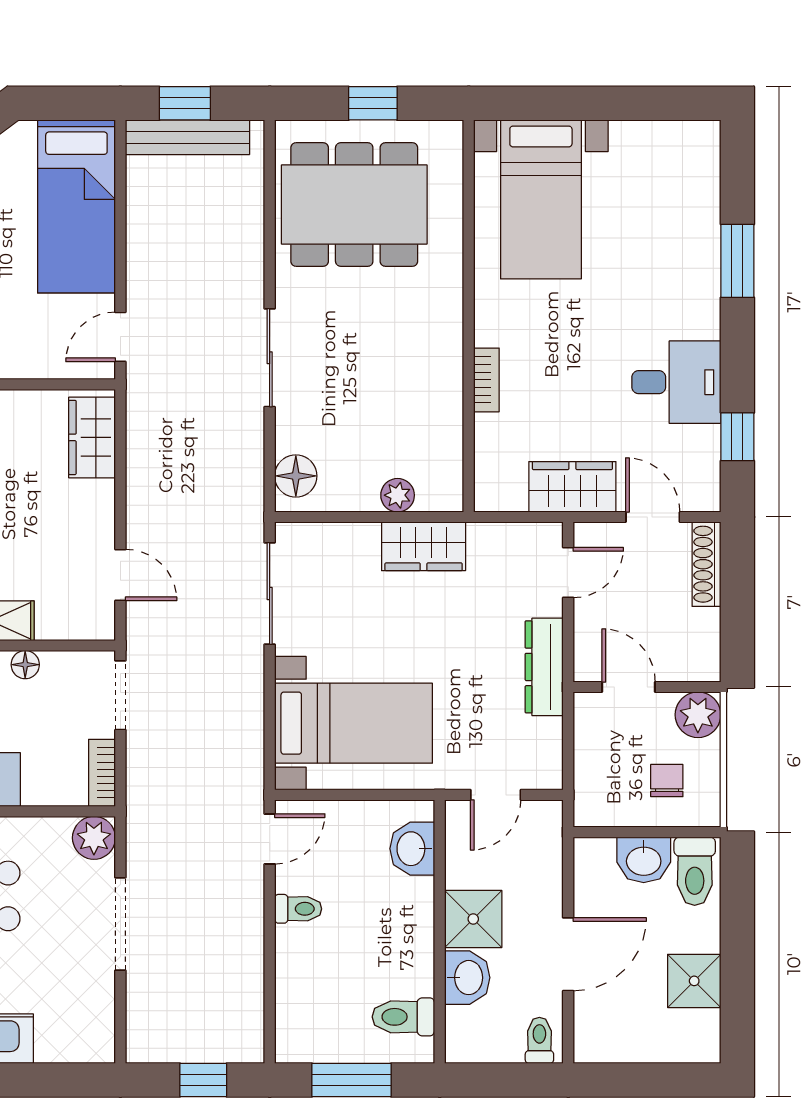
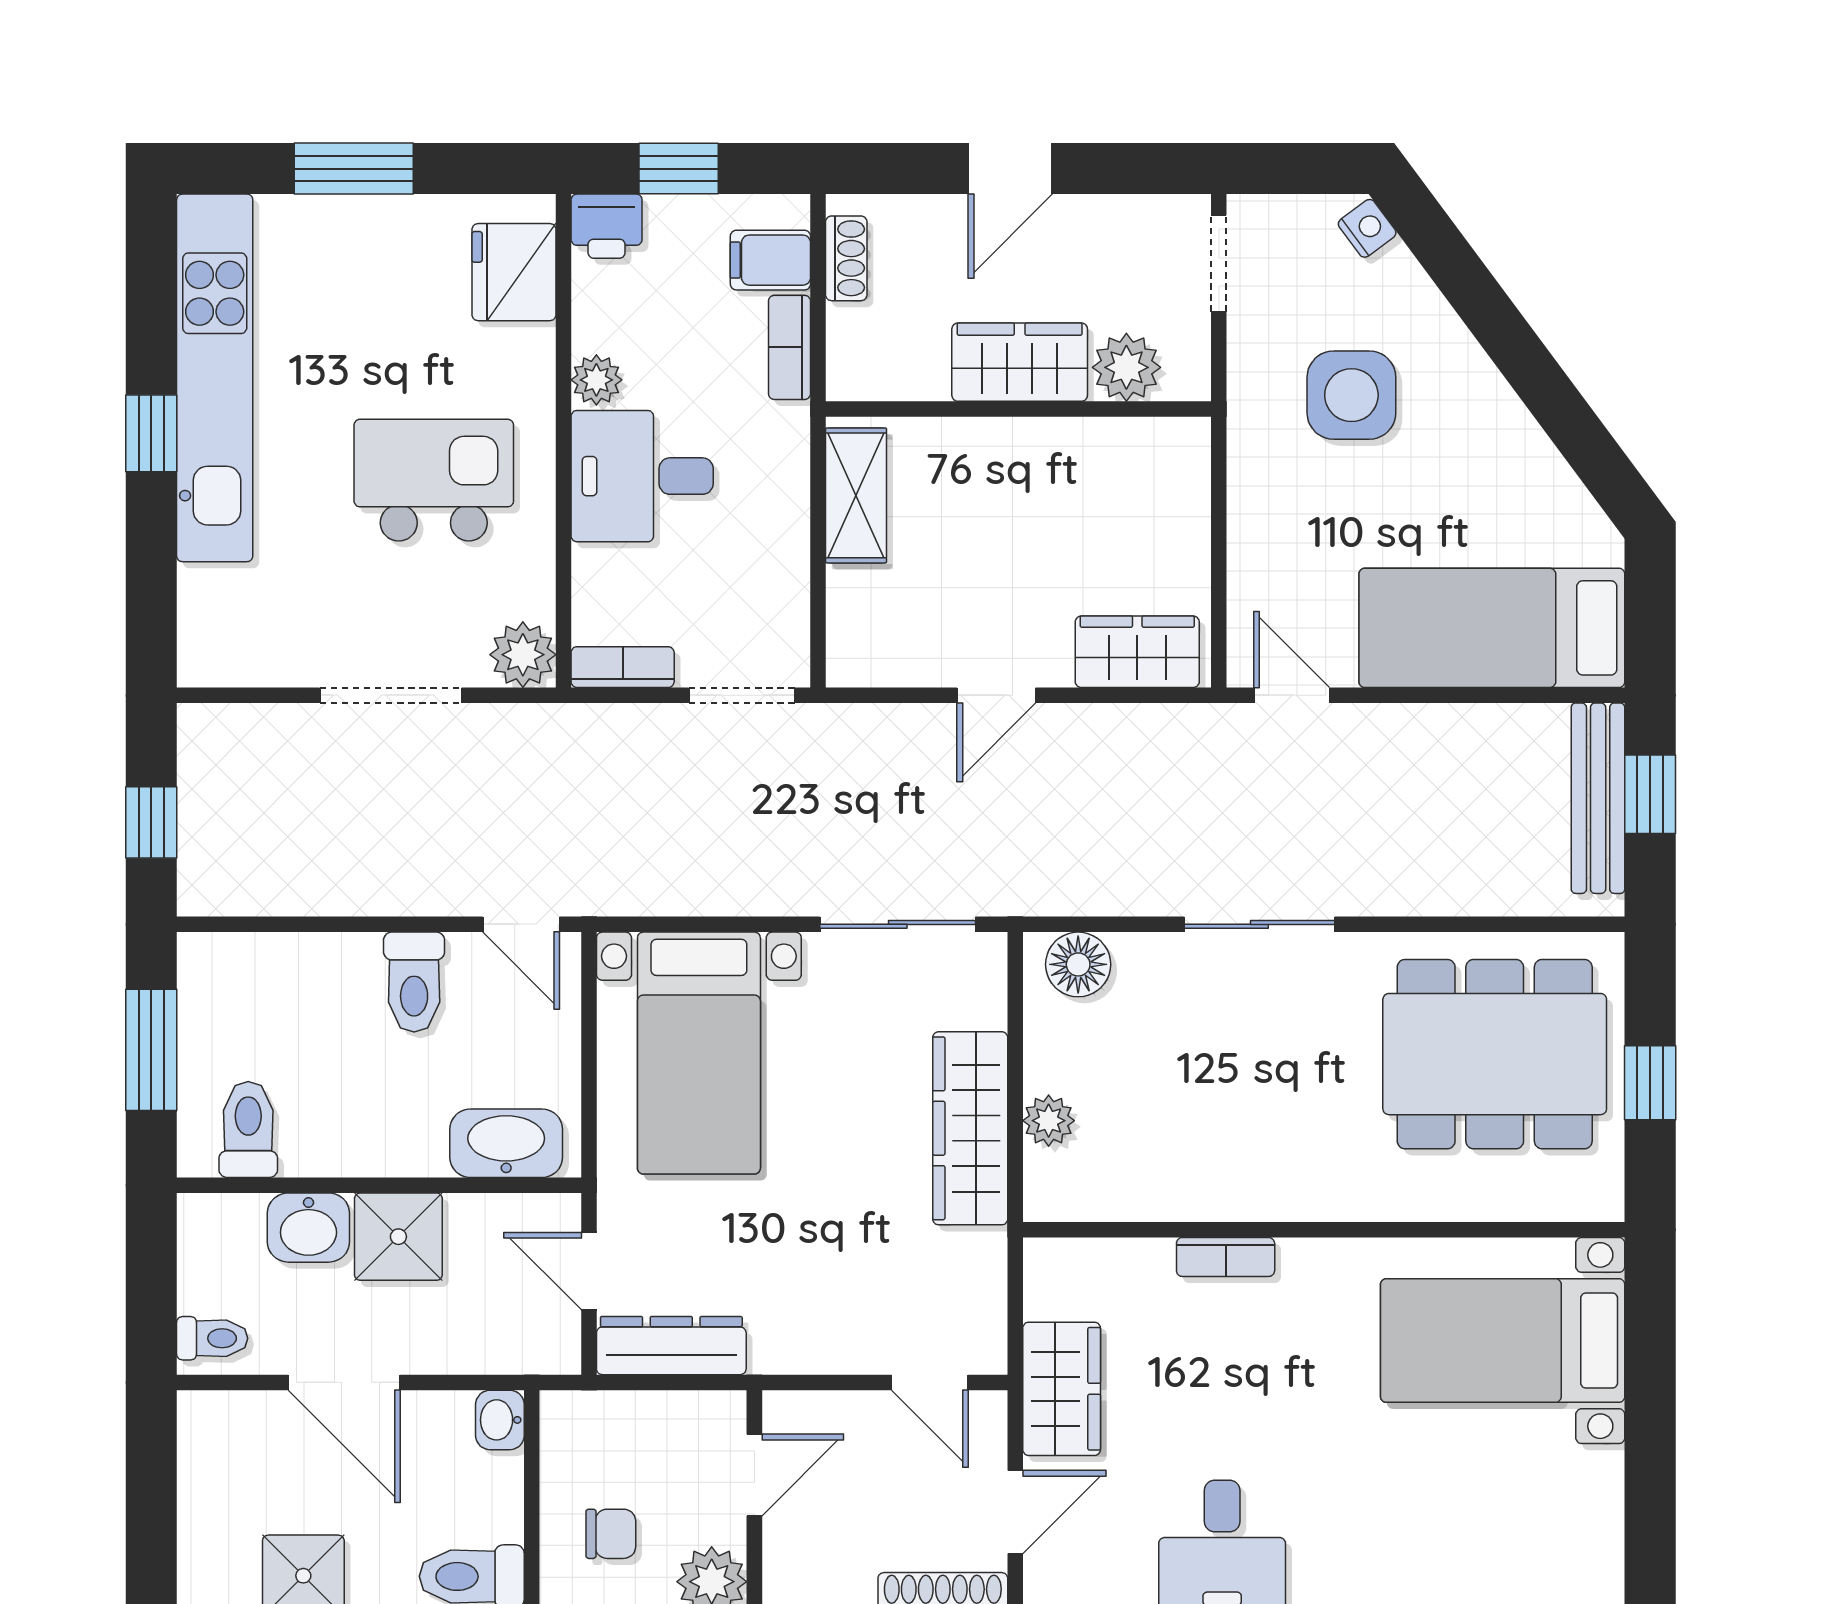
dining table: (354, 204) -> (1495, 1054), turned 90
wardrobe: (424, 546) -> (970, 1128), width x1.50
door: (120, 575) -> (996, 695), moved
floor lamp: (25, 665) -> (789, 549), removed
dresser: (544, 667) -> (671, 1346), moved
washbasin: (412, 849) -> (506, 1143), width x1.38
washbasin: (644, 860) -> (500, 1420), moved, width x0.72, depth x0.69
toilet: (298, 909) -> (414, 982), width x1.37, depth x1.39

